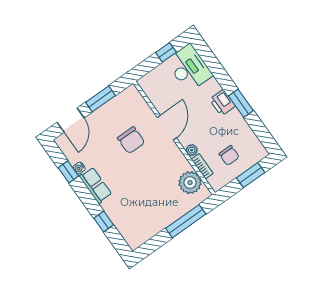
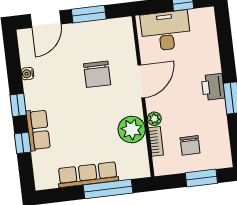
desk: (189, 68) -> (166, 31), moved, turned -90
window: (68, 172) -> (18, 105), moved
plant: (190, 183) -> (132, 129), moved
row of seats: (95, 185) -> (38, 130), moved
row of seats: (165, 219) -> (88, 175), added

